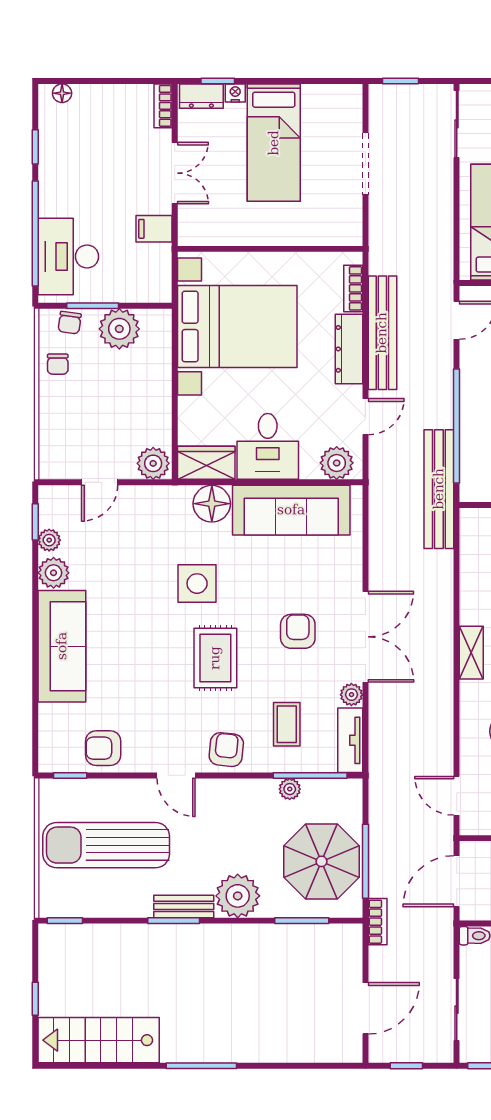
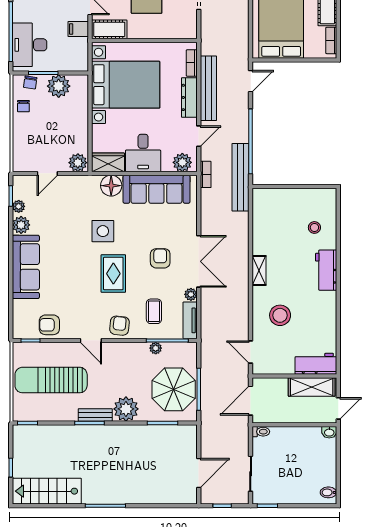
cot: (208, 229) -> (109, 29), added
bookcase: (378, 922) -> (206, 174), moved

